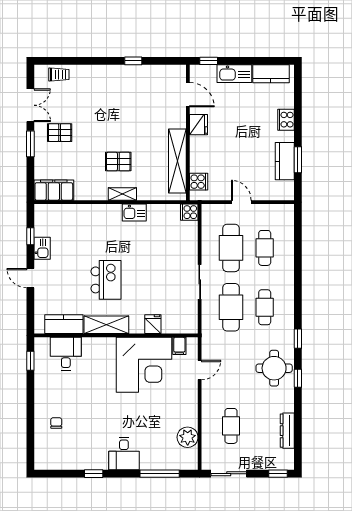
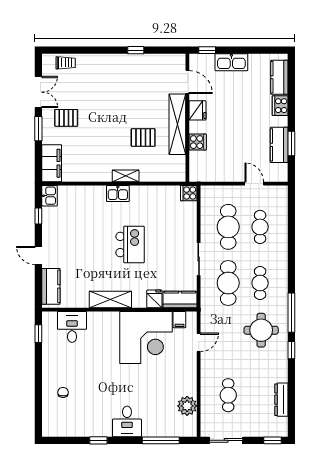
kitchen counter: (271, 74) -> (279, 77), moved, turned 90
shelving: (177, 161) -> (177, 124), moved
pallet: (118, 162) -> (143, 138), moved
cooker: (199, 182) -> (198, 142), moved
filing cabinet: (54, 190) -> (52, 163), moved, turned 90
door: (241, 202) -> (254, 184), moved
kitchen sink: (134, 212) -> (118, 193), moved
kitchen sink: (42, 248) -> (50, 196), moved
kitchen island: (106, 280) -> (130, 245), moved
kitchen counter: (64, 324) -> (51, 286), moved, turned 90
kitchen counter: (180, 325) -> (180, 300), added
window: (298, 339) -> (291, 313), width x2.17
round table: (274, 368) -> (261, 330), moved

